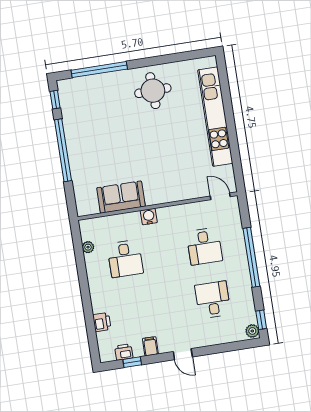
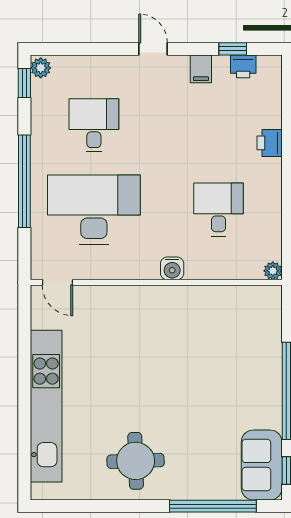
sofa: (121, 197) -> (262, 465), moved, turned 90
desk: (204, 246) -> (94, 210), width x1.87, depth x1.30
plant: (88, 247) -> (273, 271), moved
desk: (213, 300) -> (94, 125), turned 180
printer: (102, 322) -> (270, 143), moved

